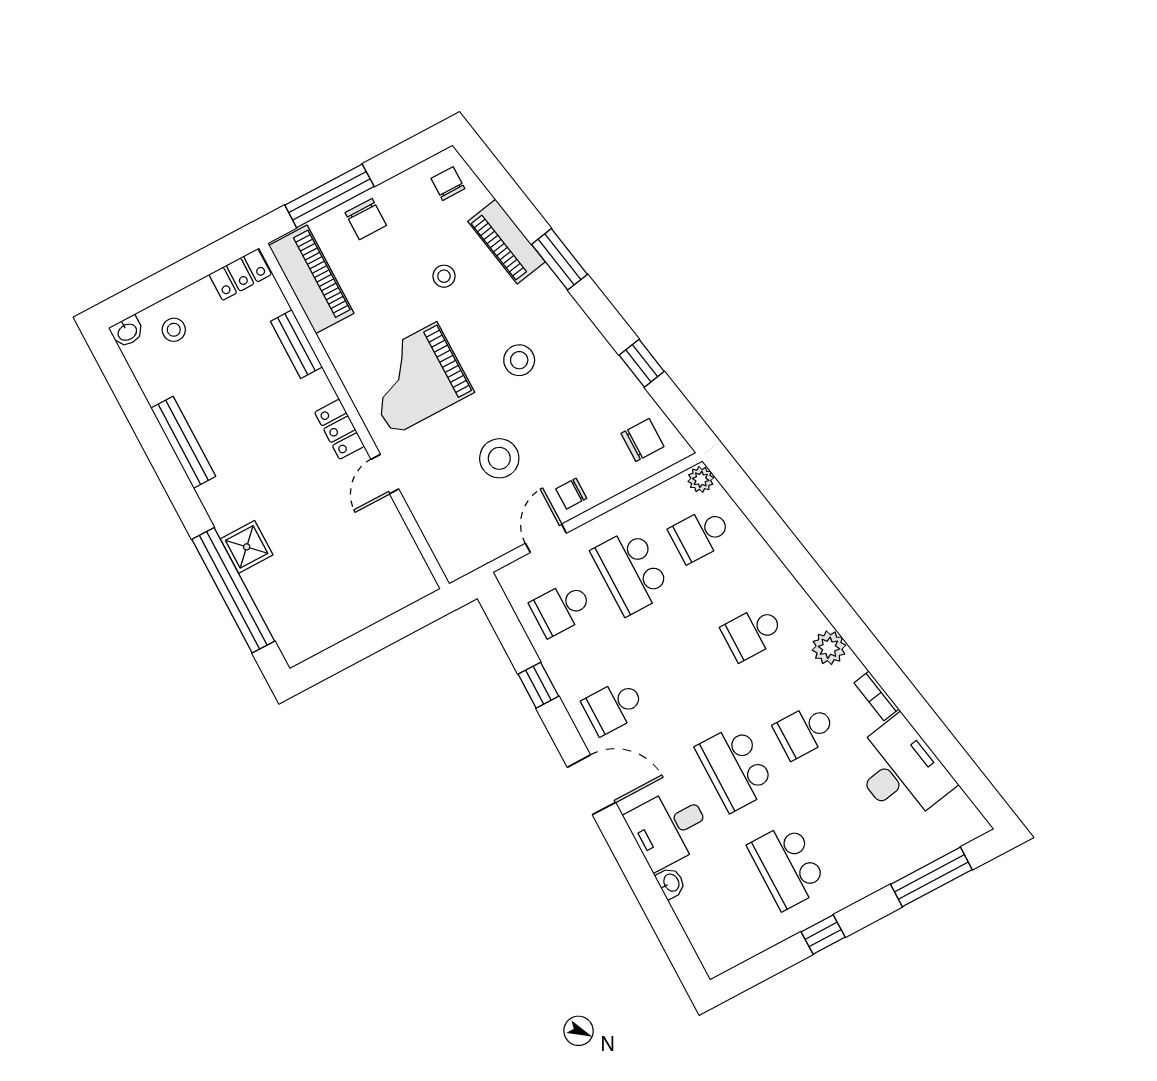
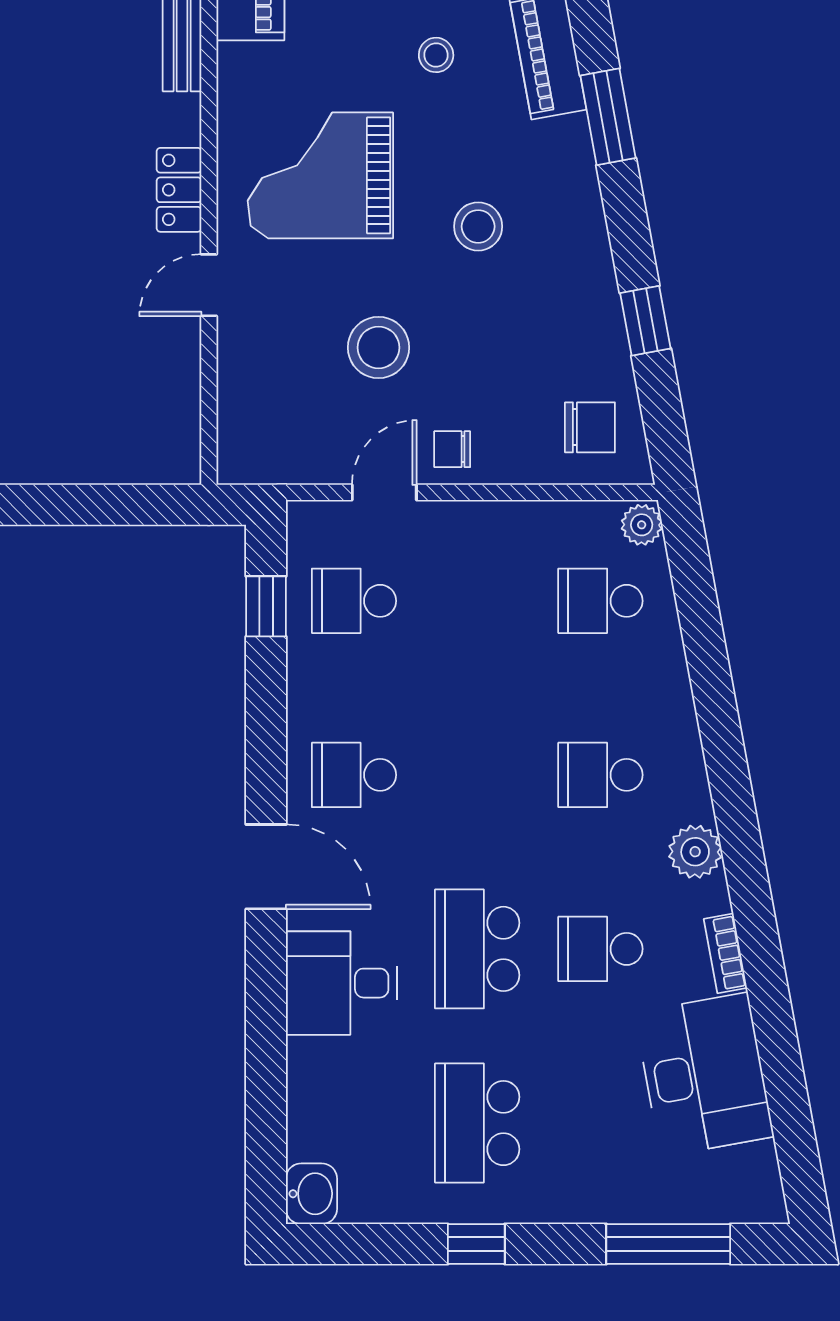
school desk: (631, 572) -> (477, 601), removed
window: (538, 685) -> (266, 606), moved
washbasin: (671, 883) -> (311, 1194), moved, width x1.38, depth x1.45

